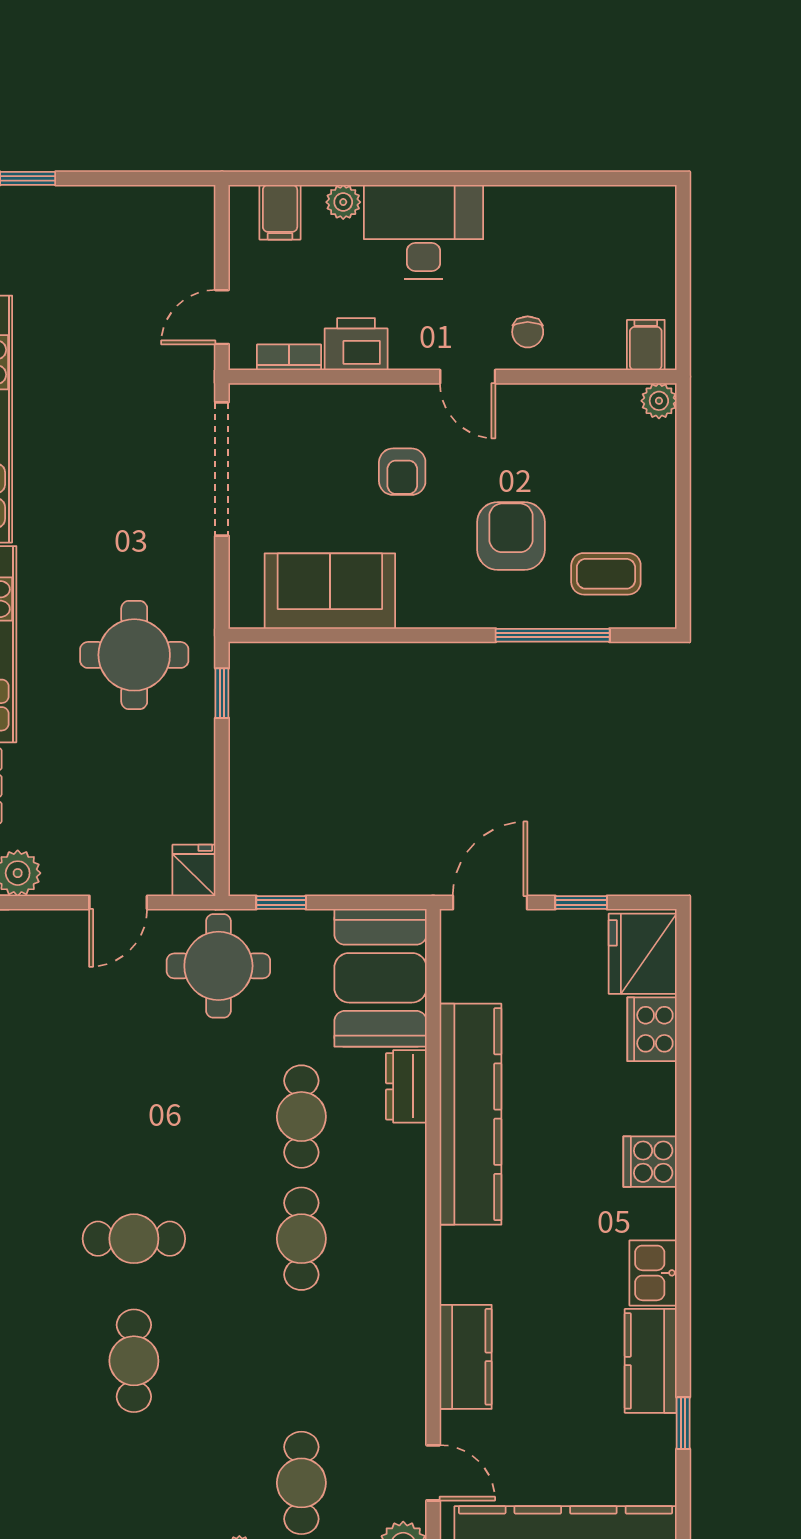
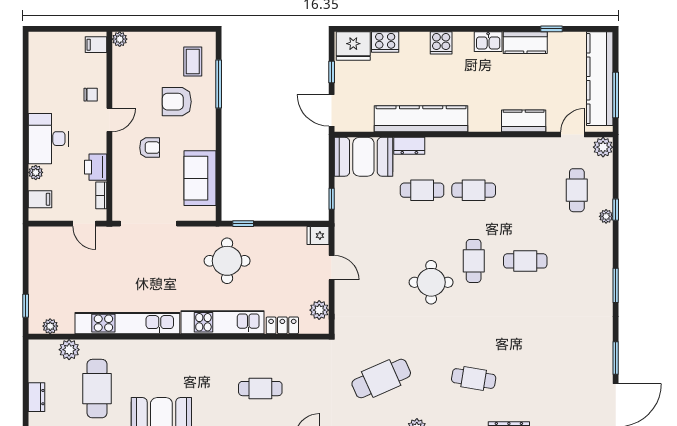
round table: (218, 966) -> (431, 282), moved
cafe table: (301, 1483) -> (577, 190), turned 90

